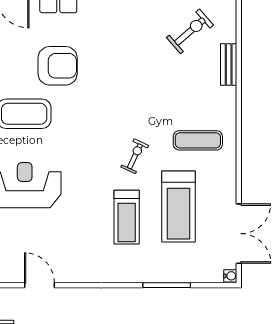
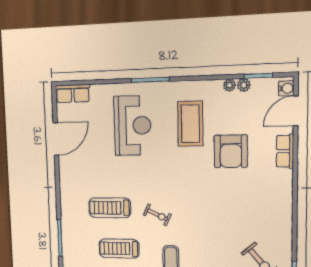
treadmill: (178, 207) -> (119, 249), width x0.73, depth x0.73
door: (39, 285) -> (56, 139), width x1.36

